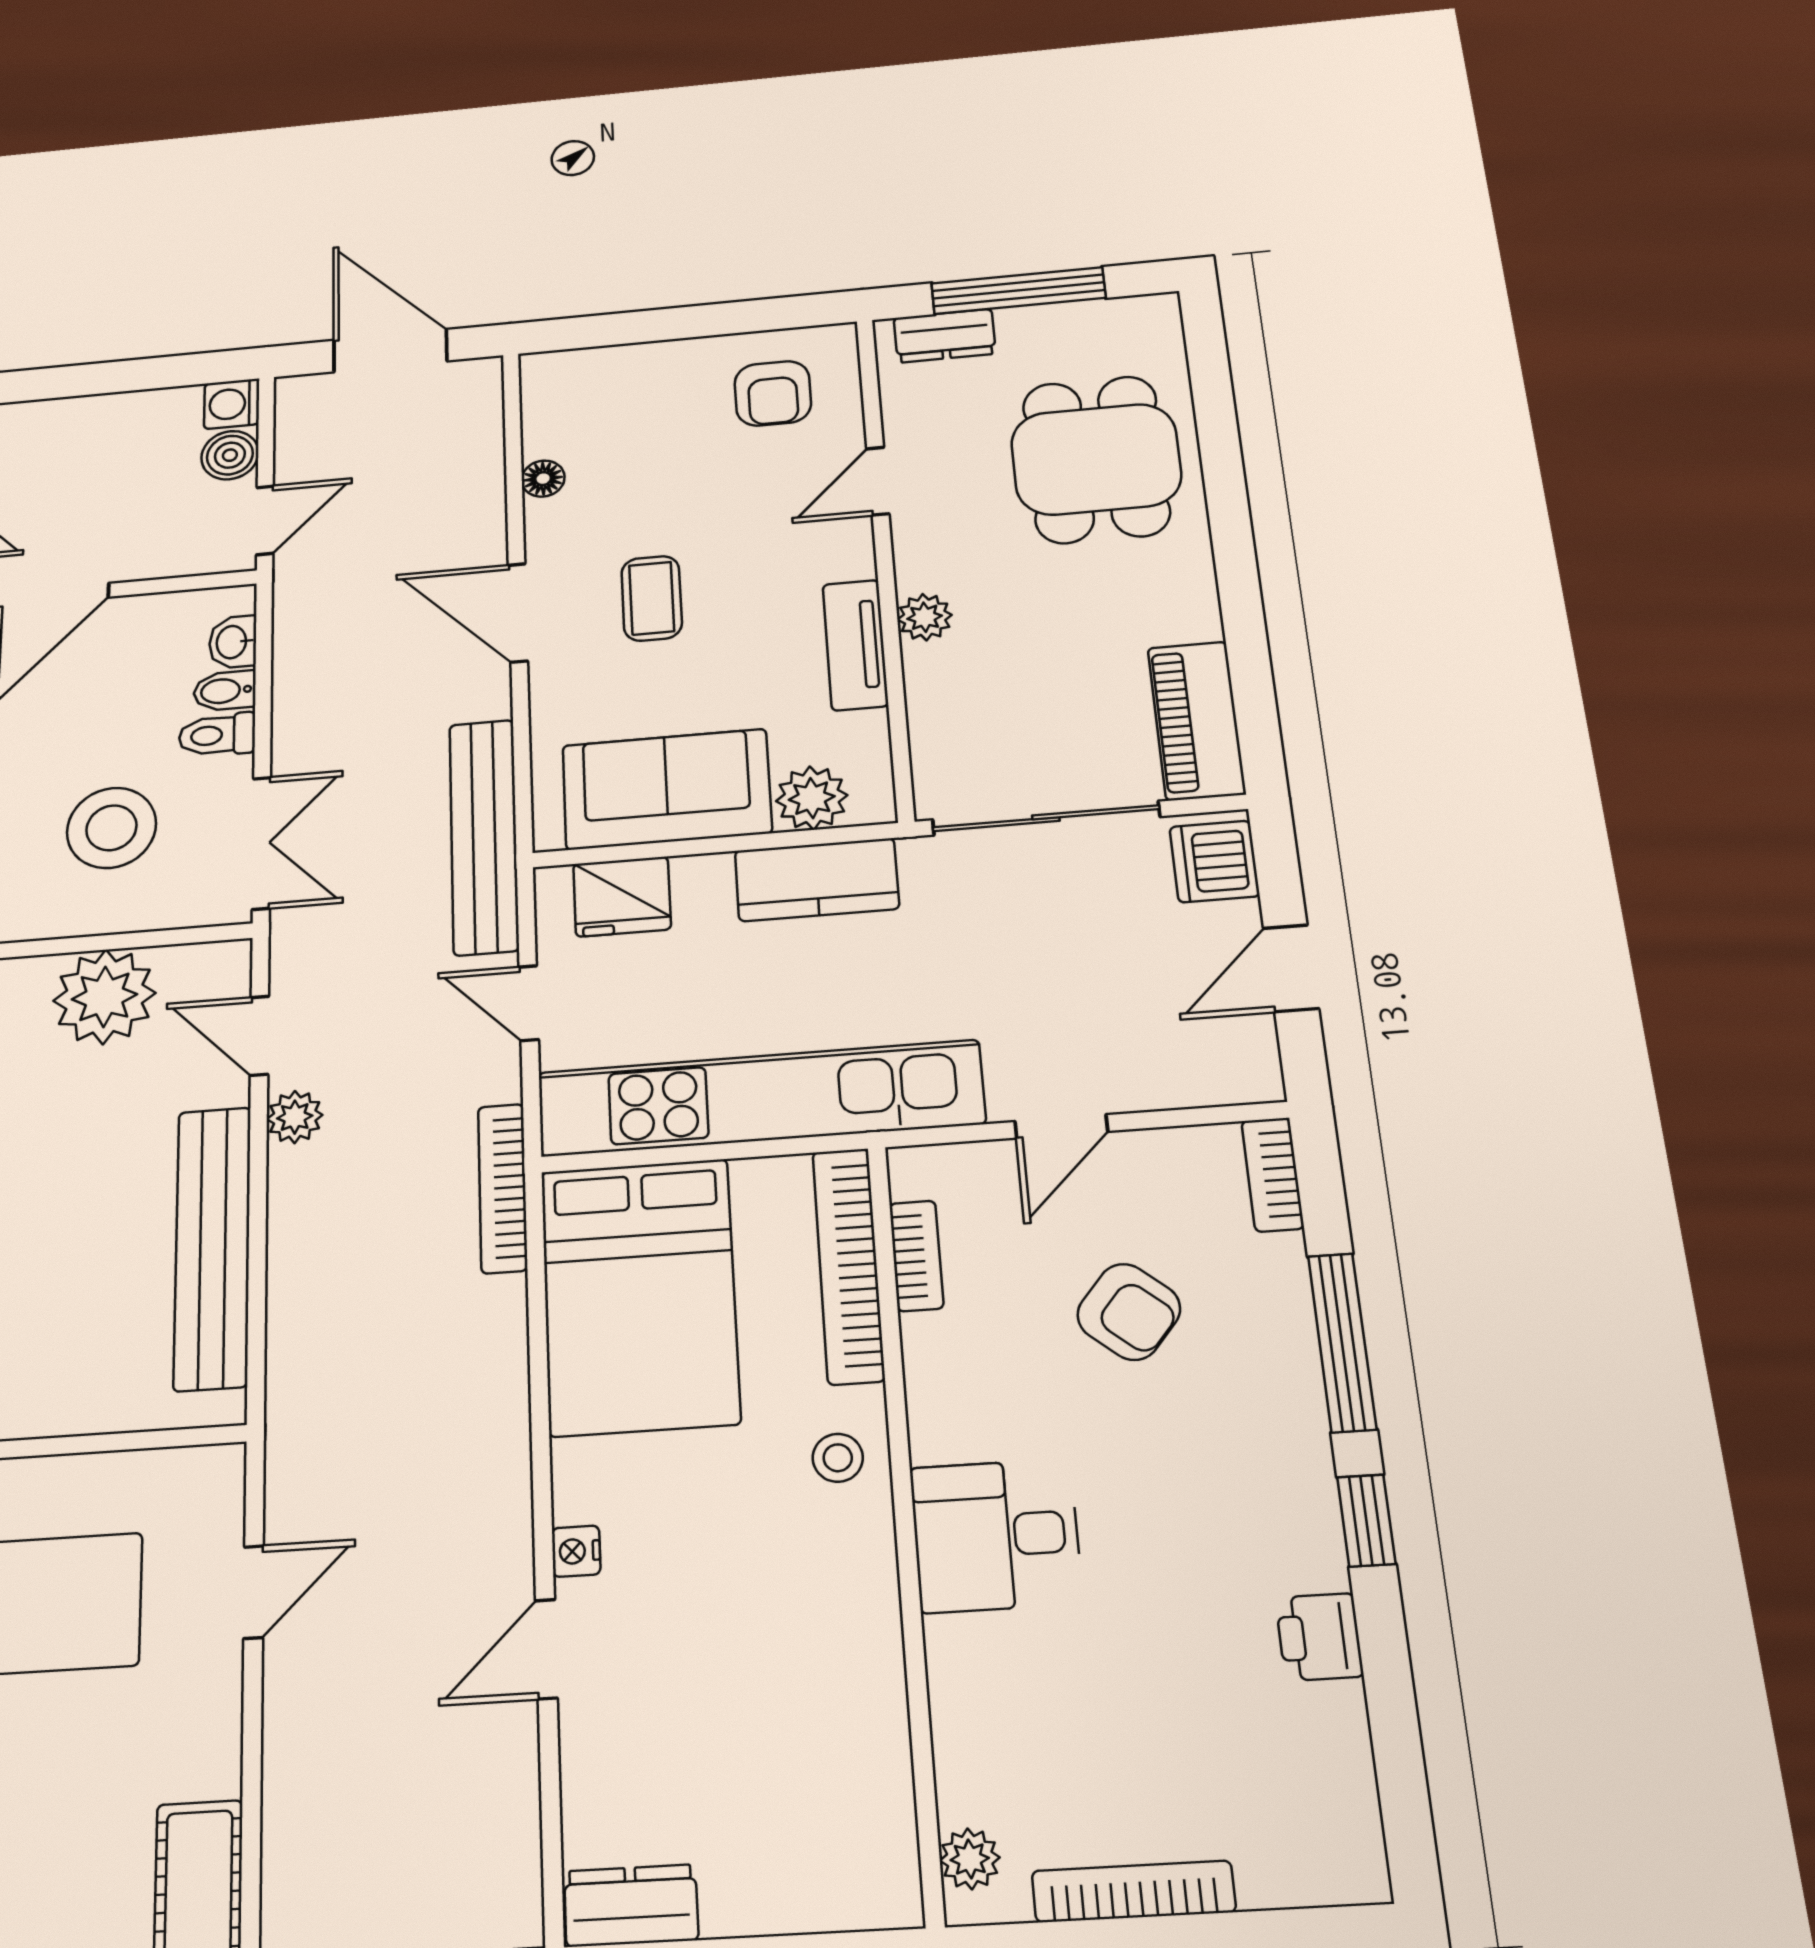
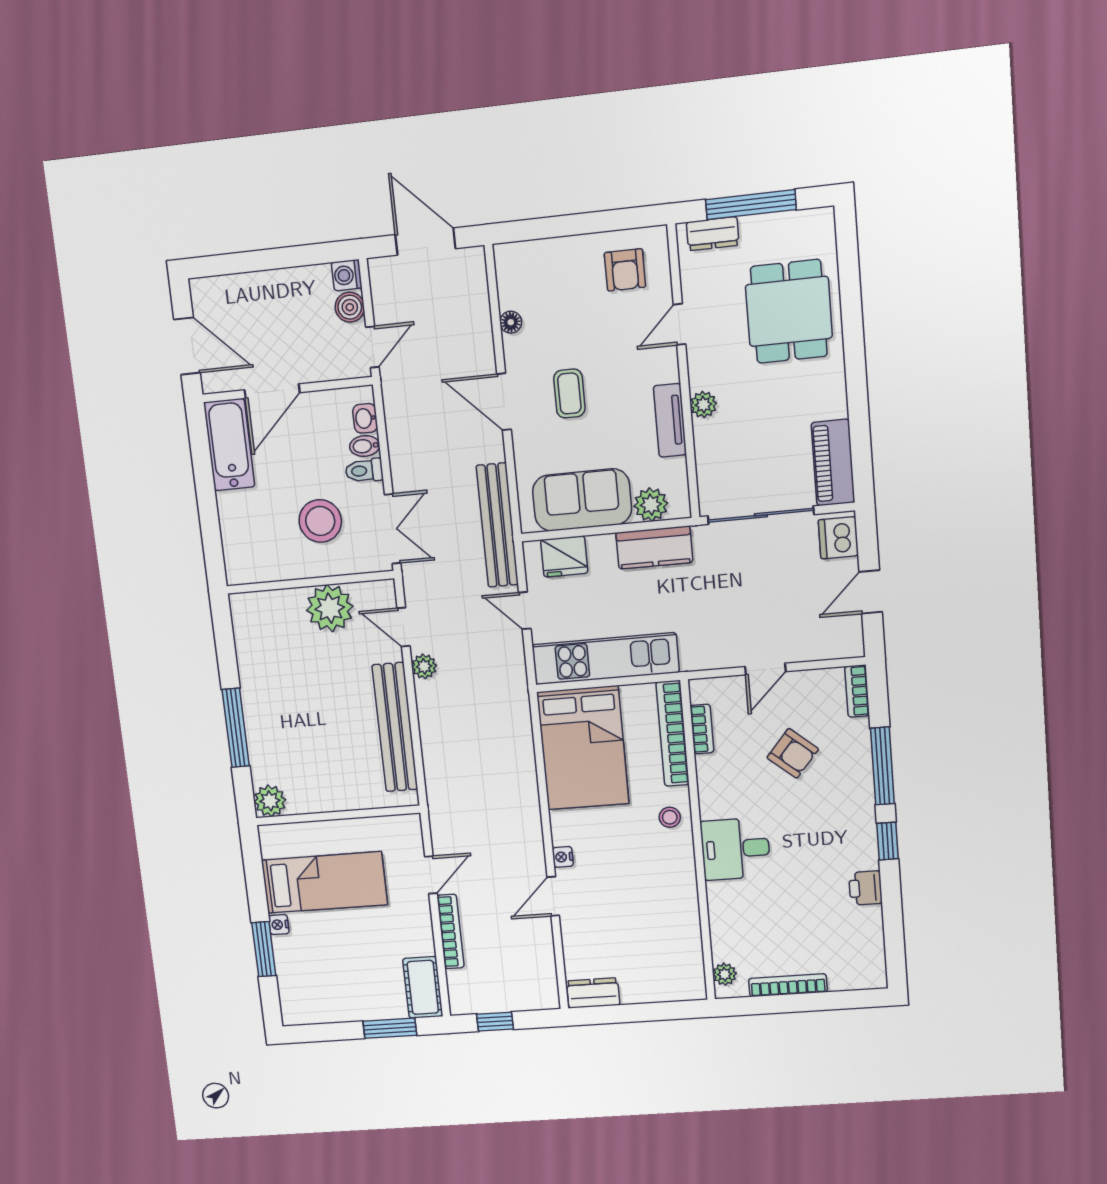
kitchen unit: (760, 1098) -> (605, 659), width x0.73
bookcase: (503, 1188) -> (450, 931), moved, turned 180

